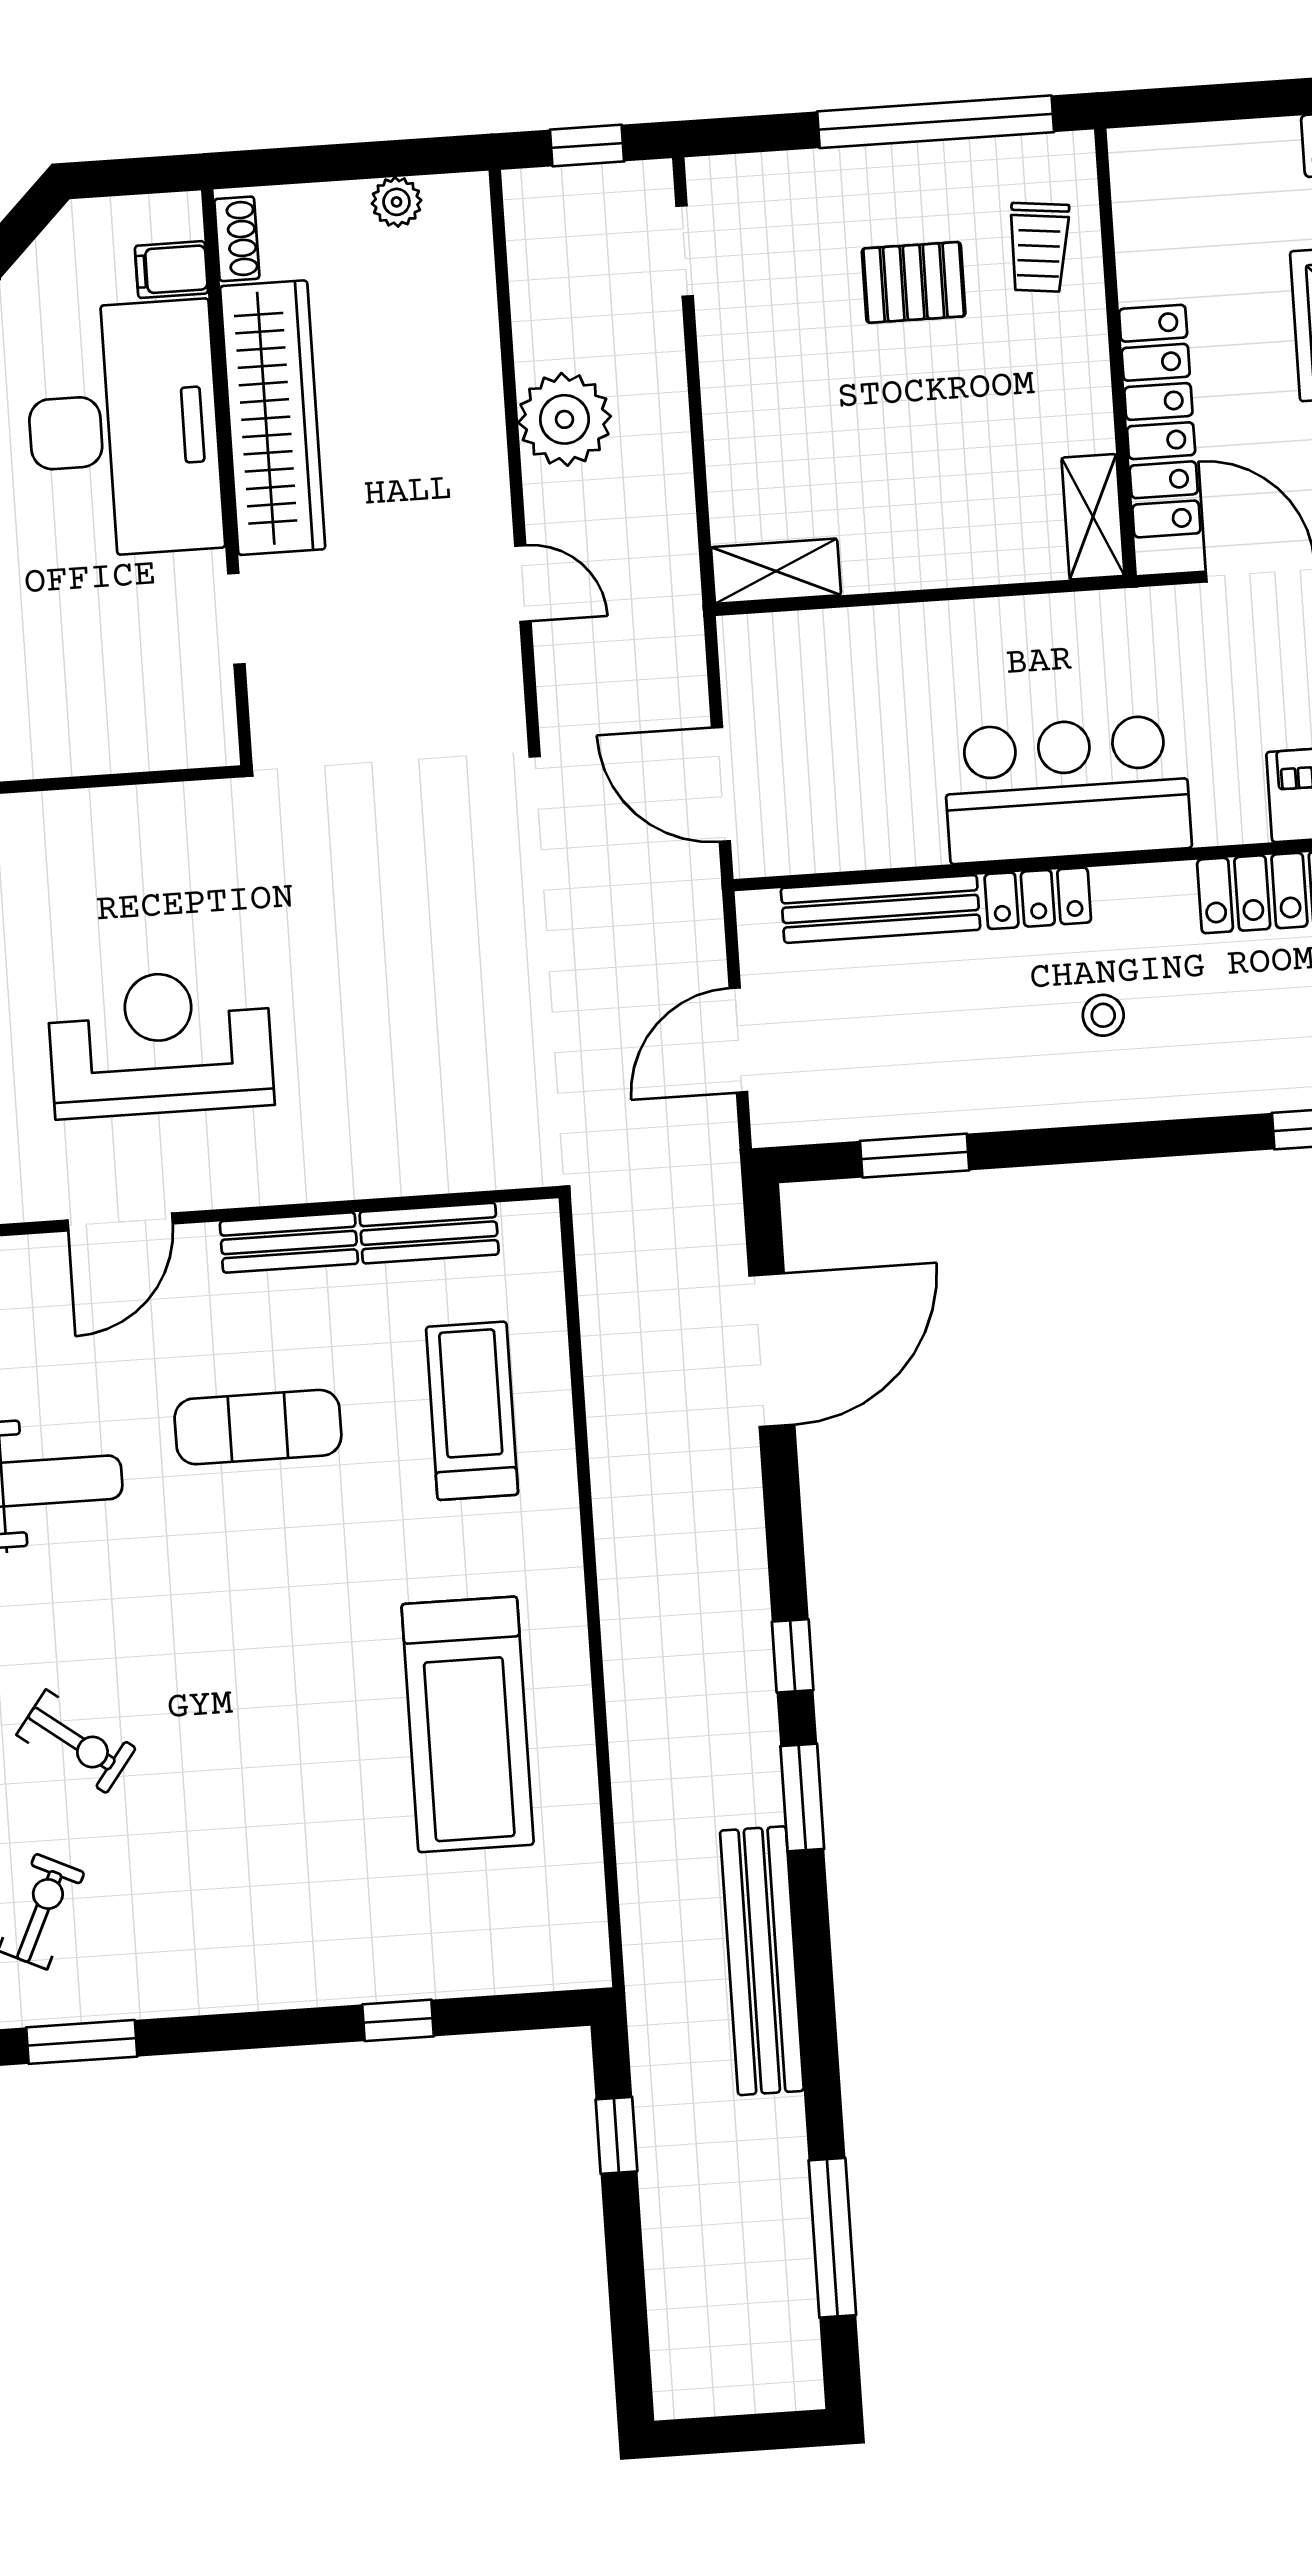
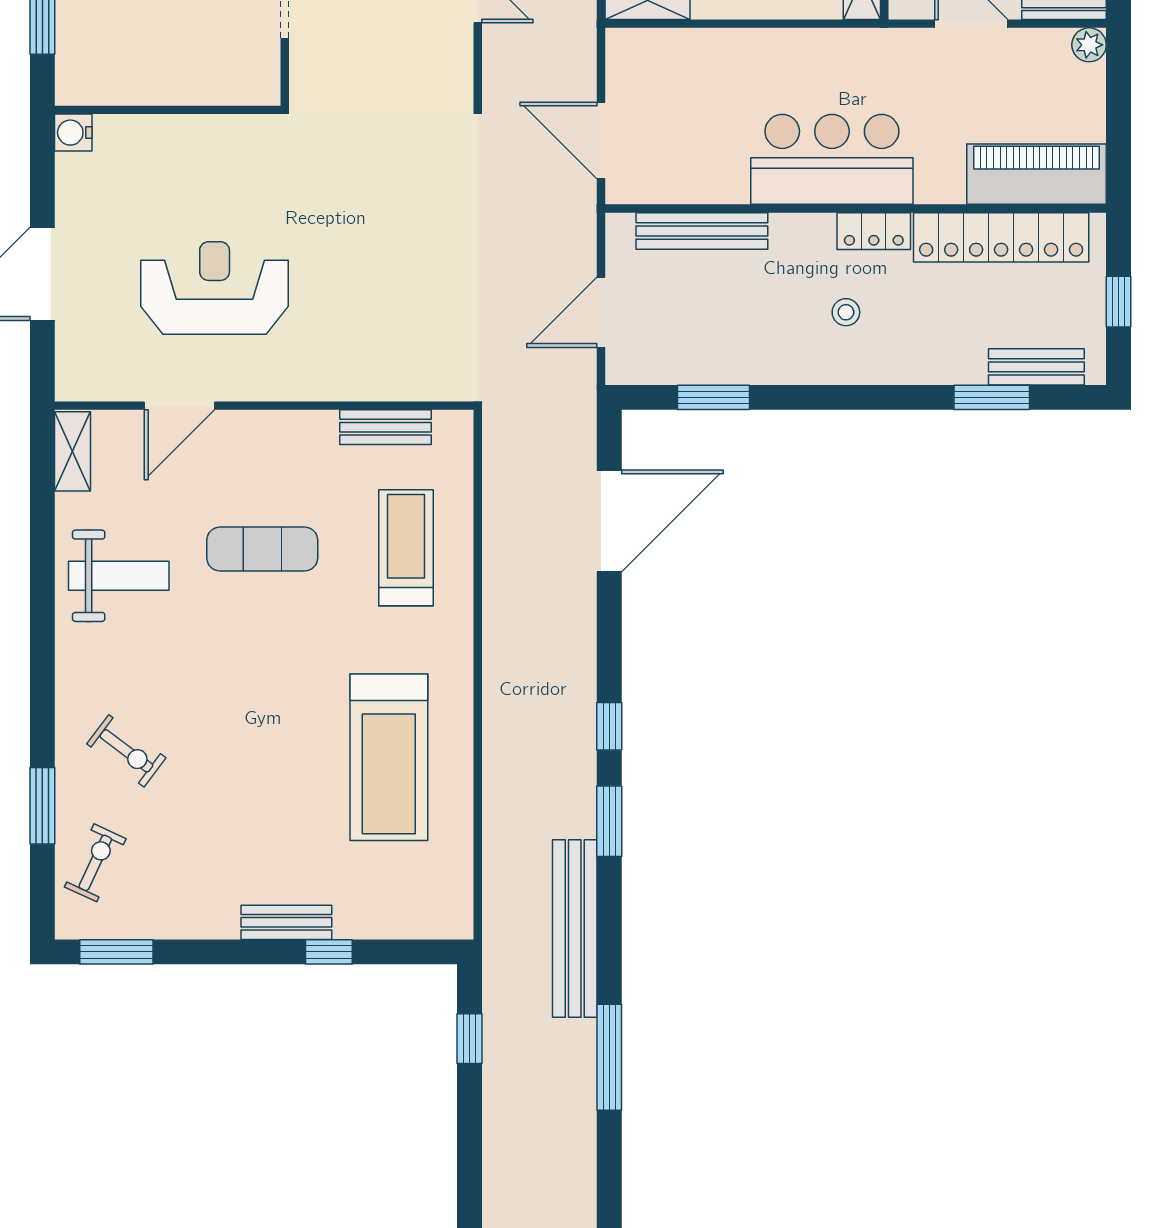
locker: (1038, 898) -> (874, 231), moved
bench: (289, 1243) -> (286, 922), moved
window: (832, 2238) -> (609, 1057), moved

